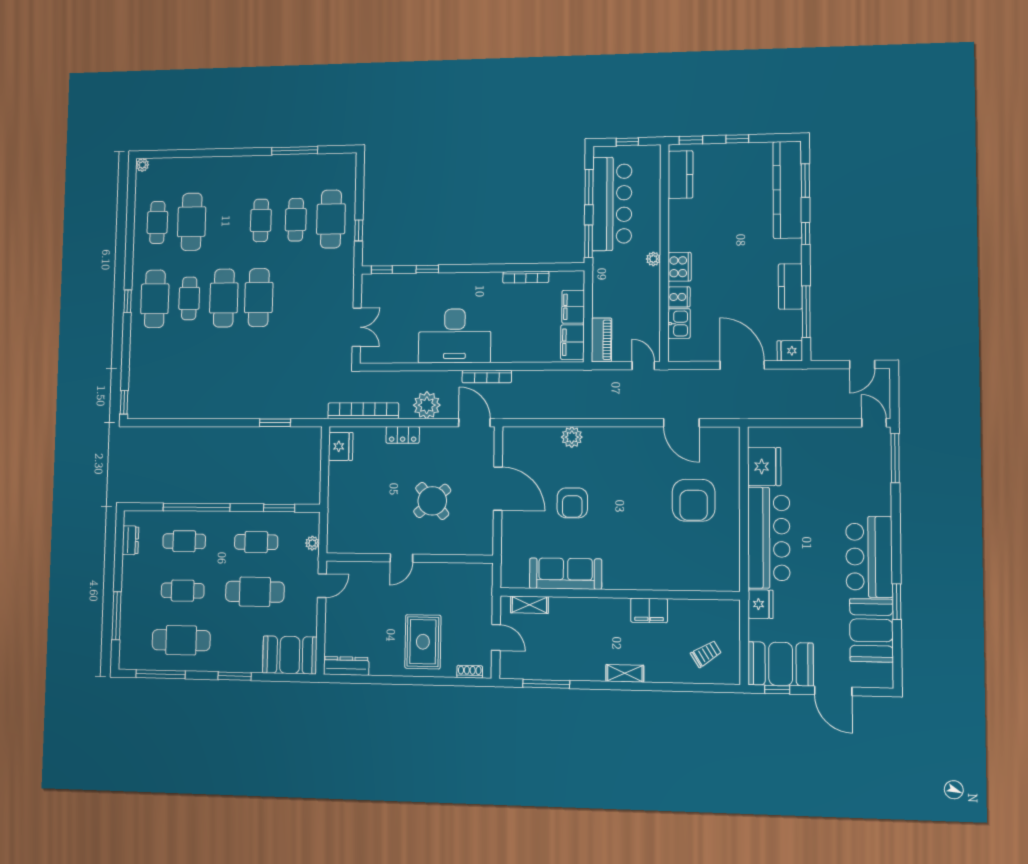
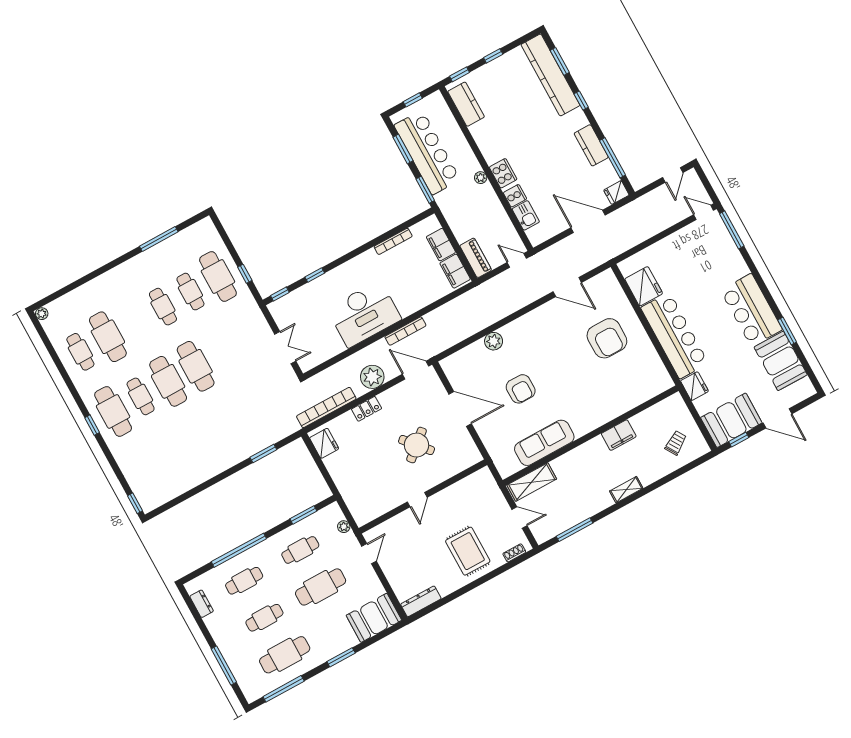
shelving: (529, 605) -> (532, 482), width x1.50, depth x1.33

